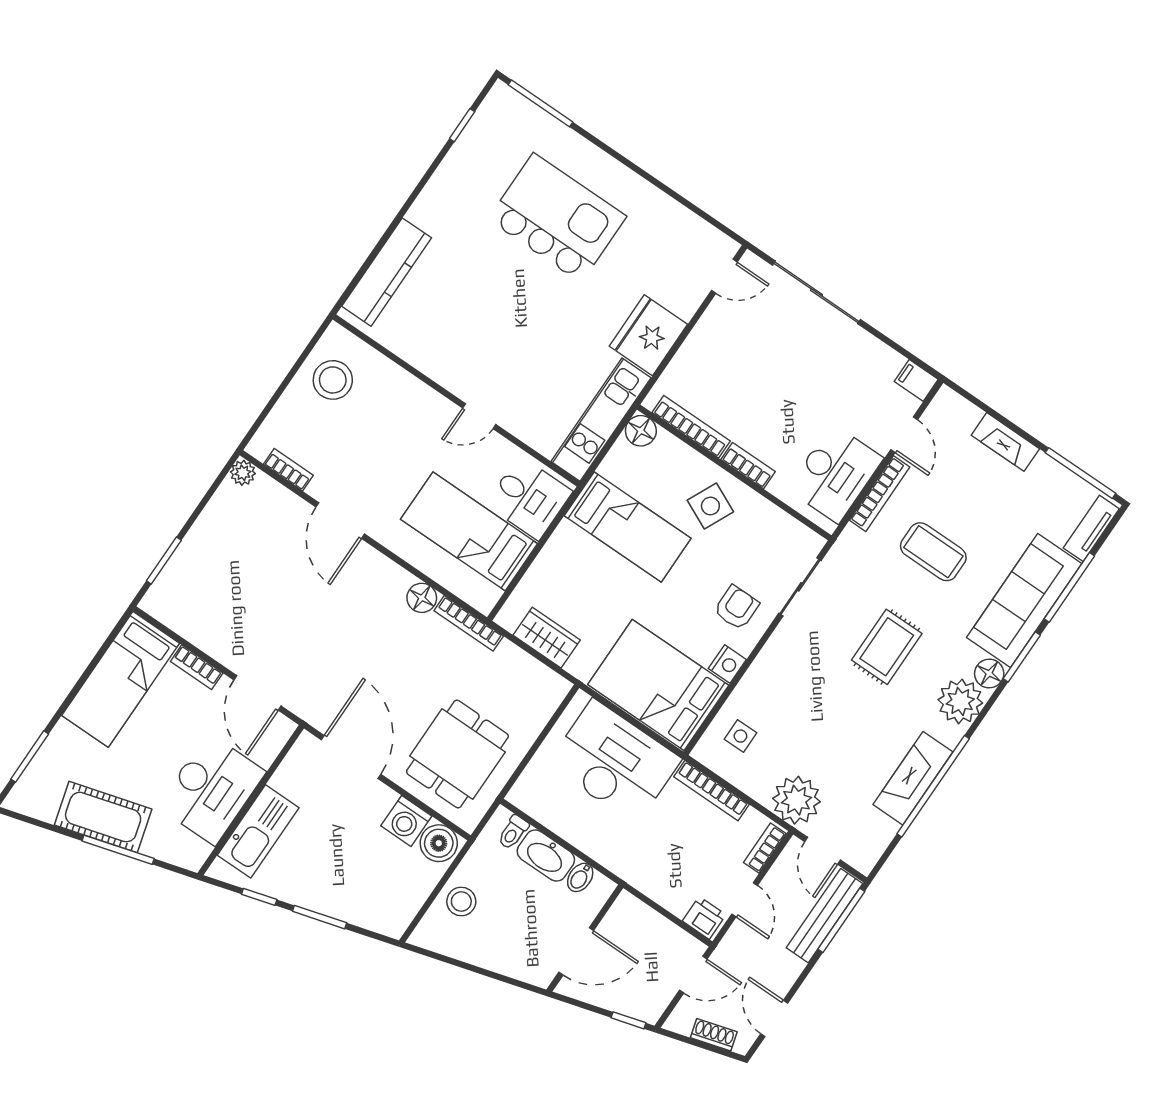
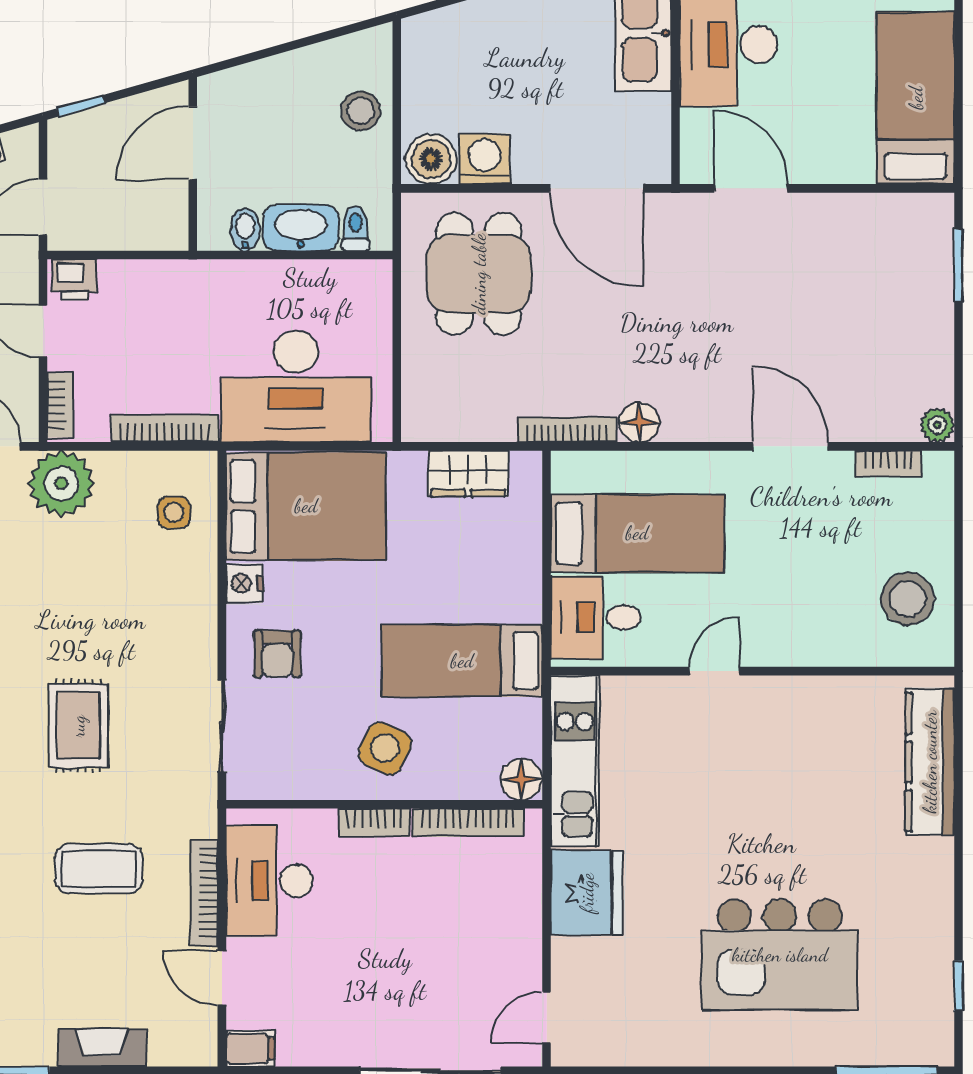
bookcase: (197, 667) -> (839, 171), removed

